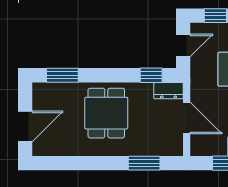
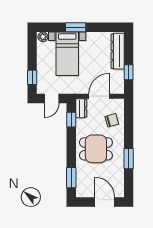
door: (183, 45) -> (52, 99), swing flipped
chair: (150, 137) -> (112, 120), added
window: (144, 163) -> (129, 159), moved

